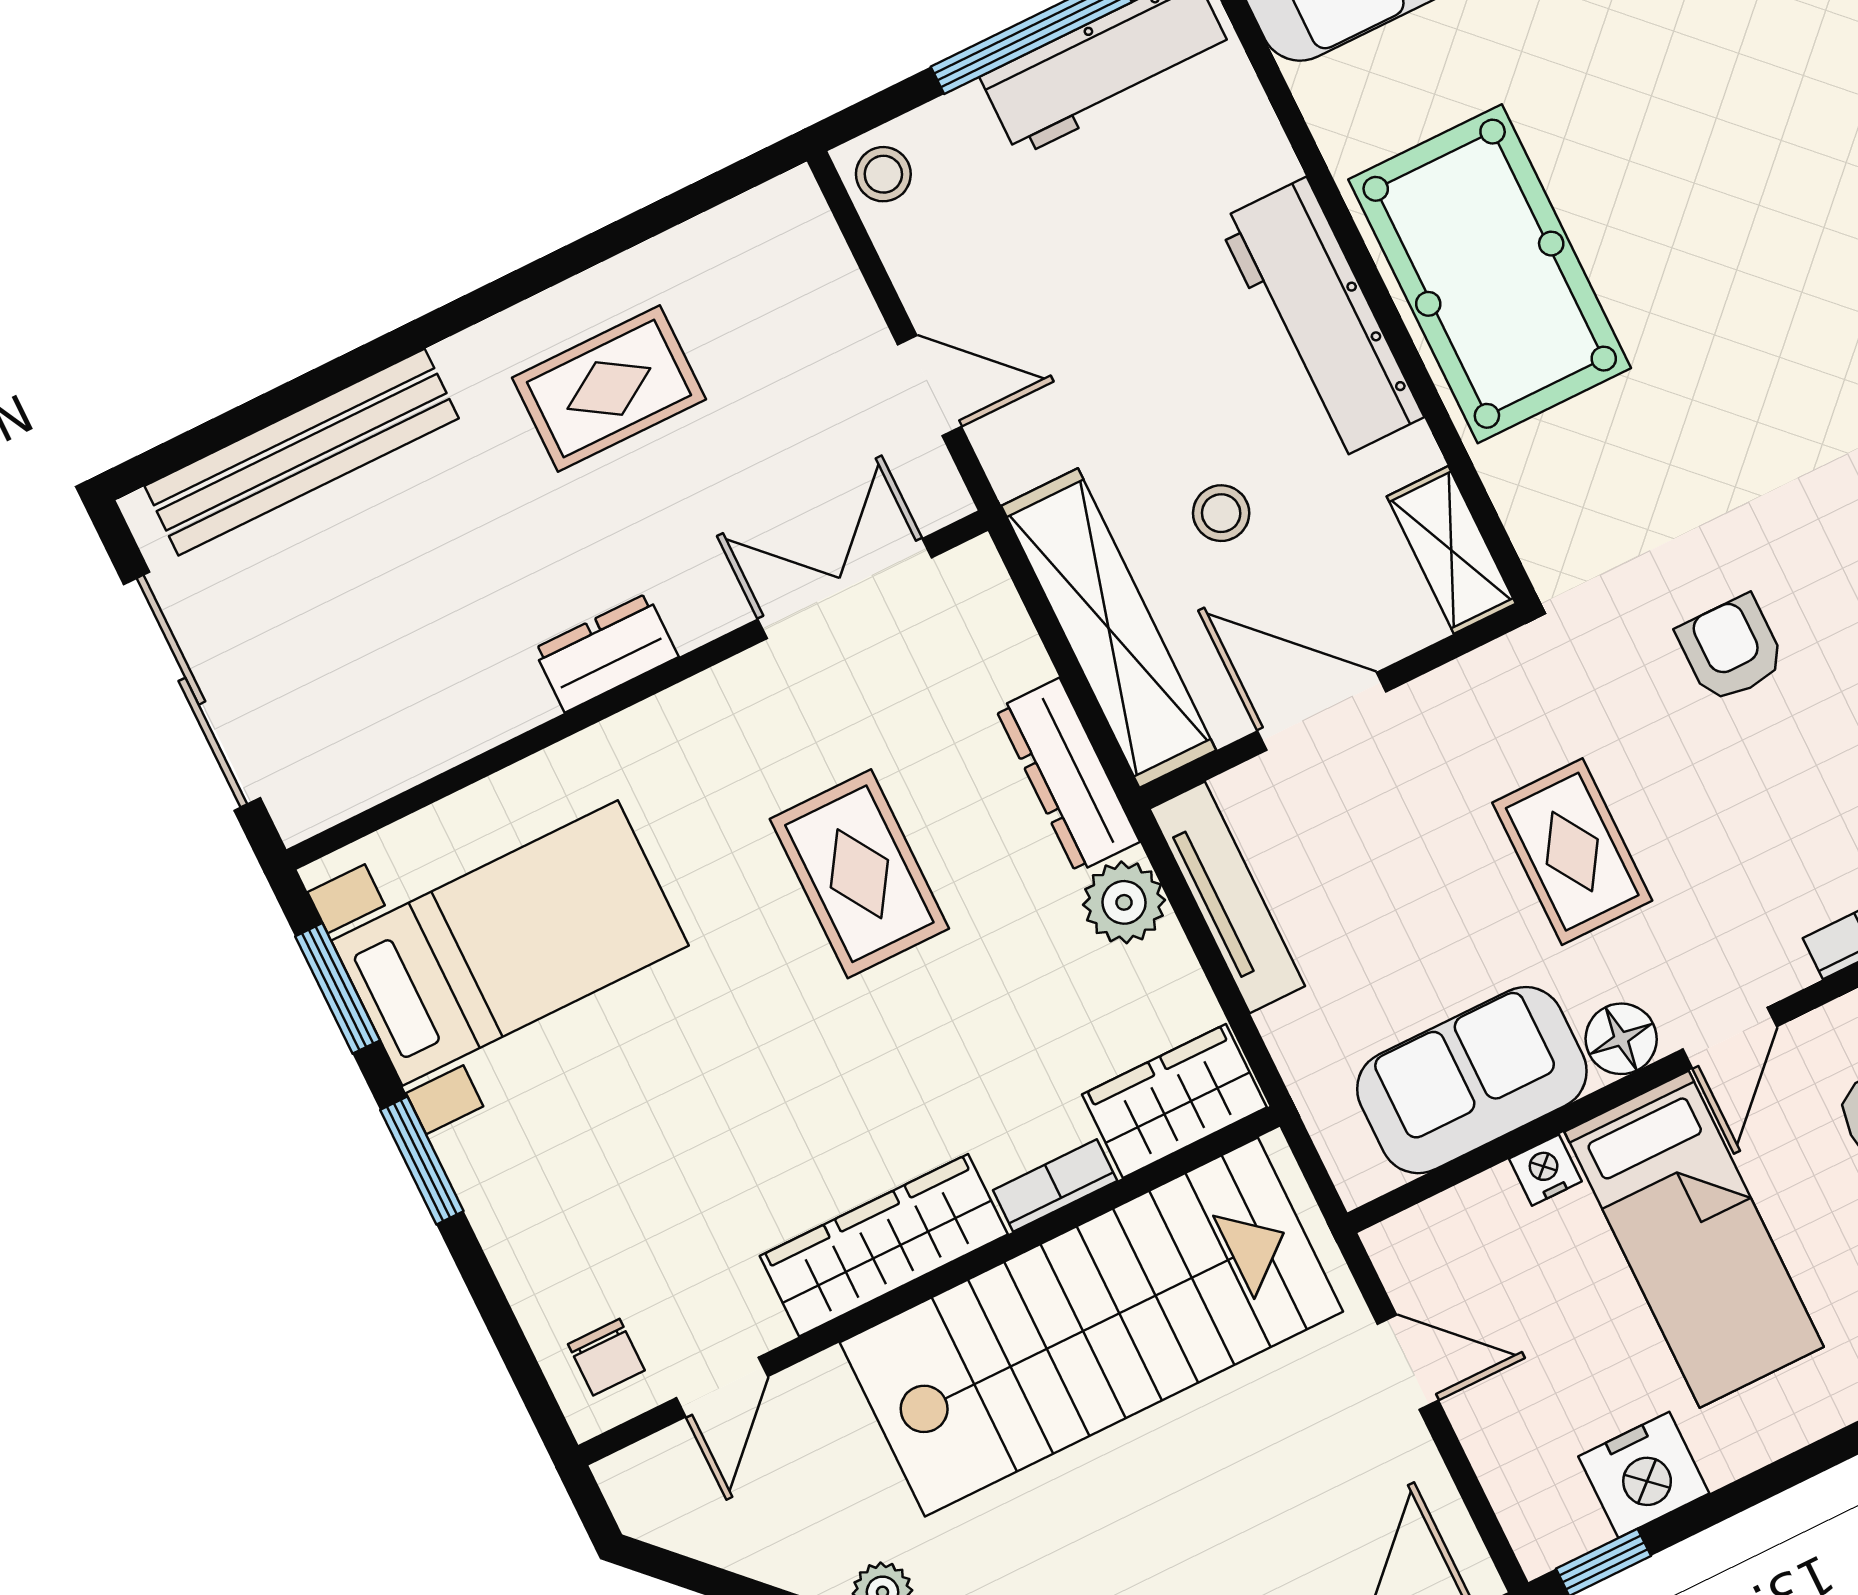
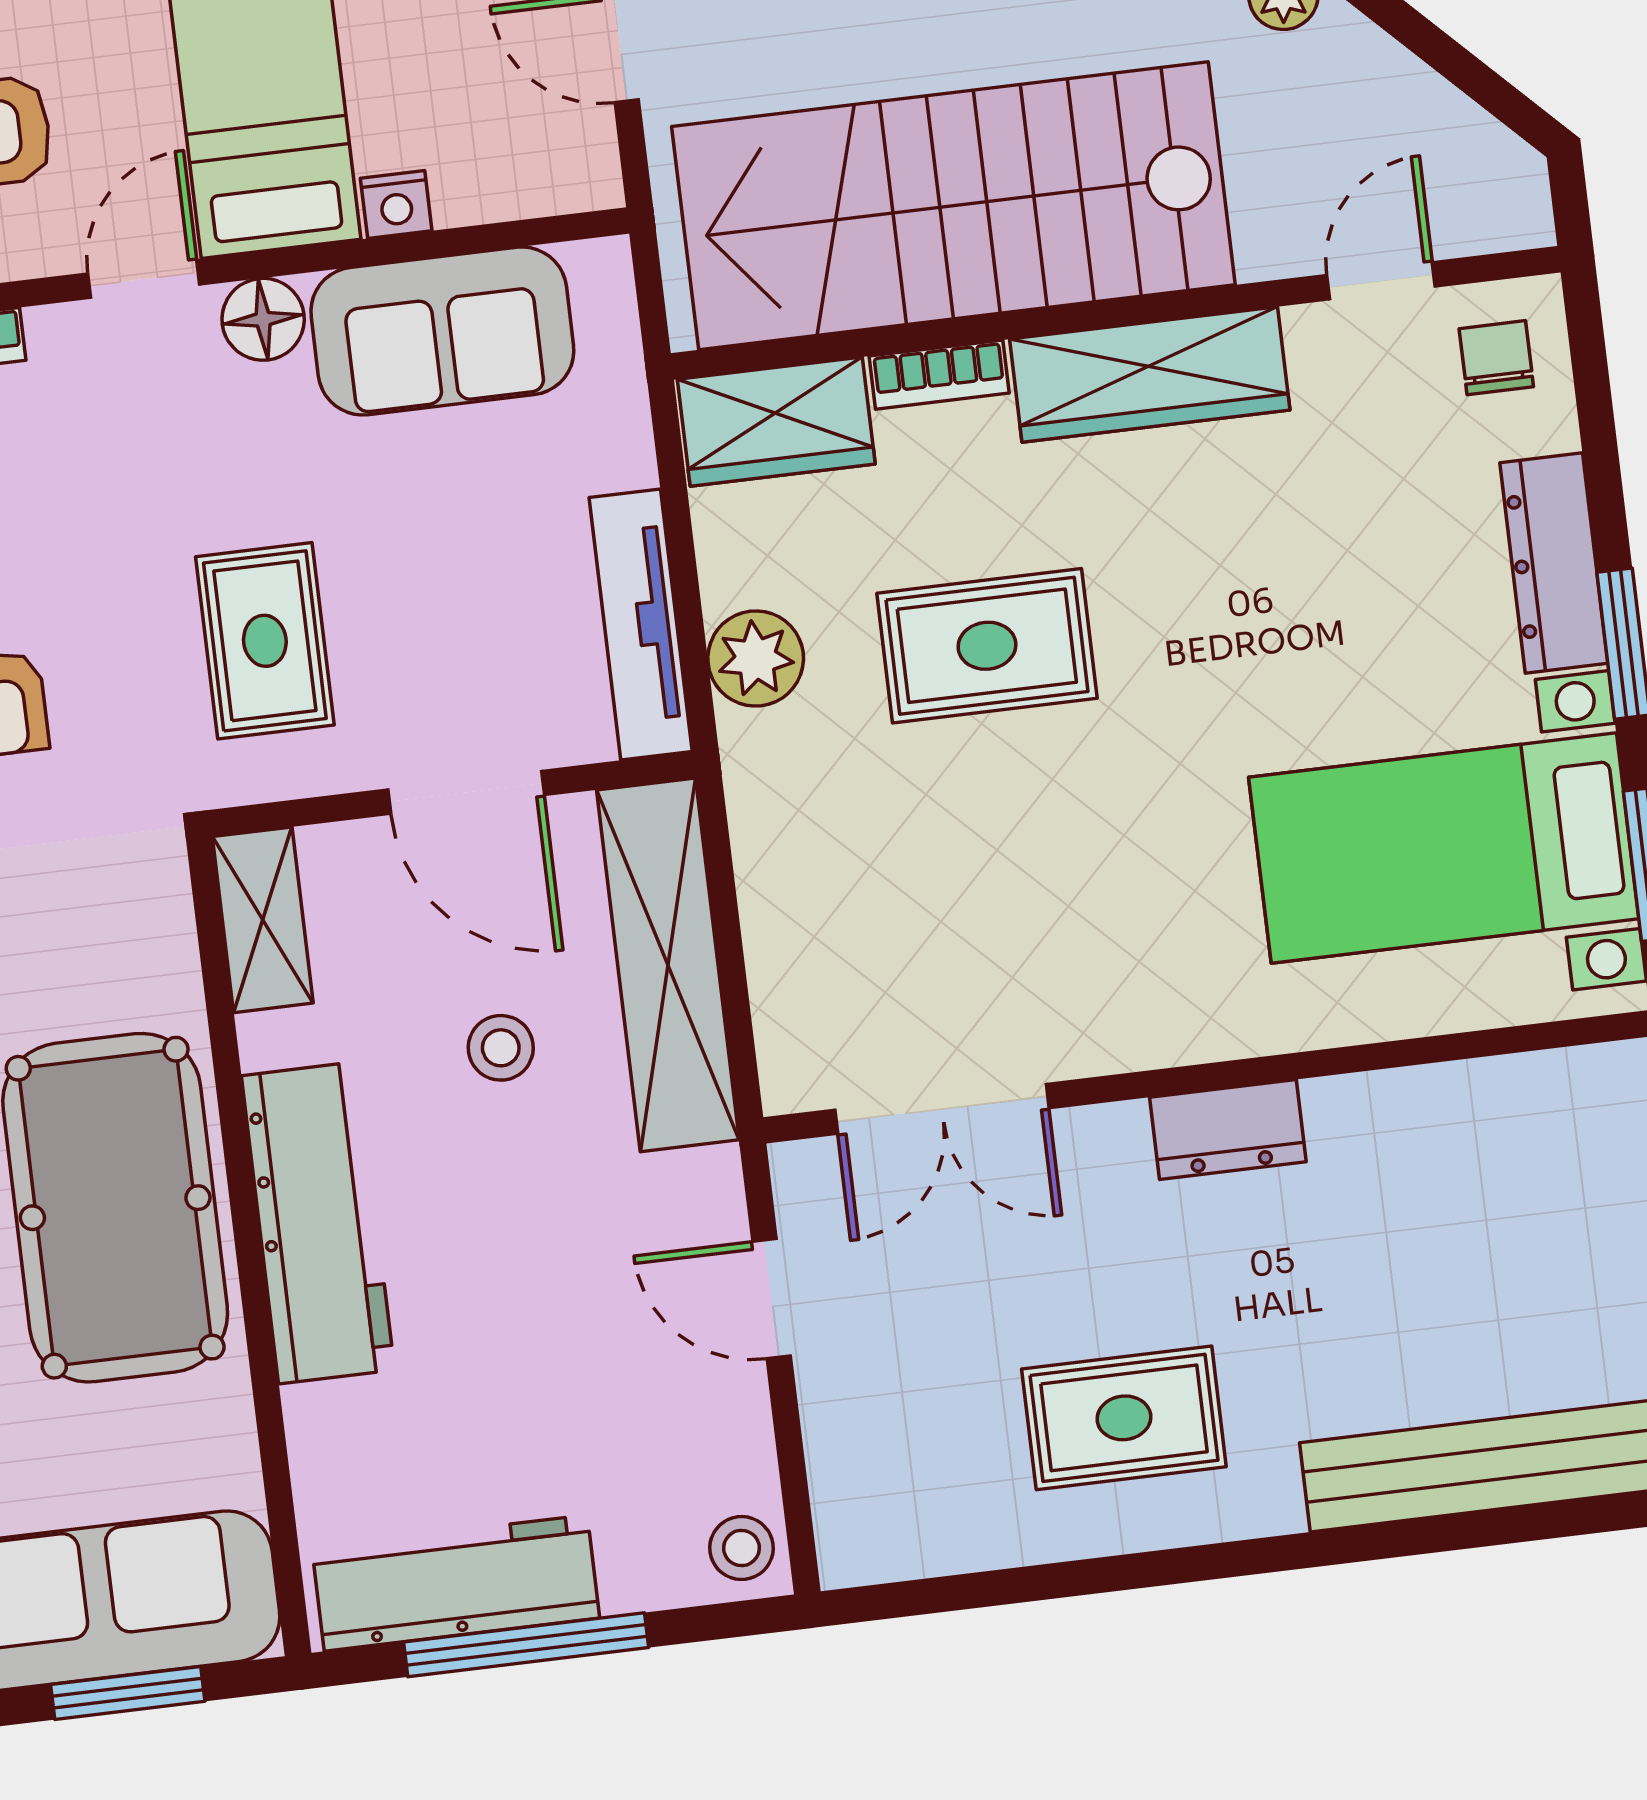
dresser: (1068, 775) -> (1554, 563), moved, turned 180
rug: (1572, 852) -> (265, 641), moved
rug: (859, 874) -> (987, 646), moved, turned 90

